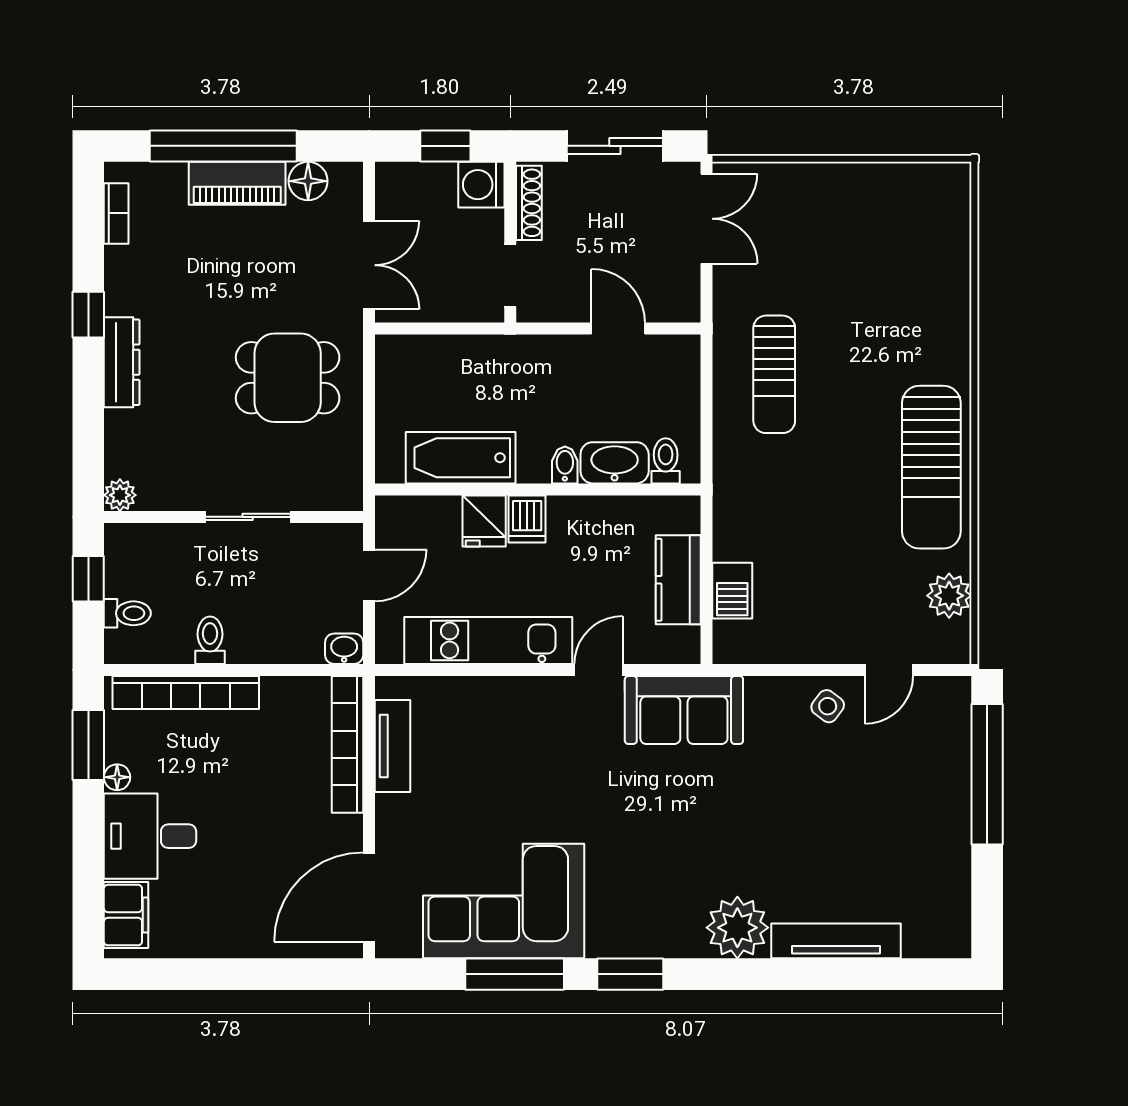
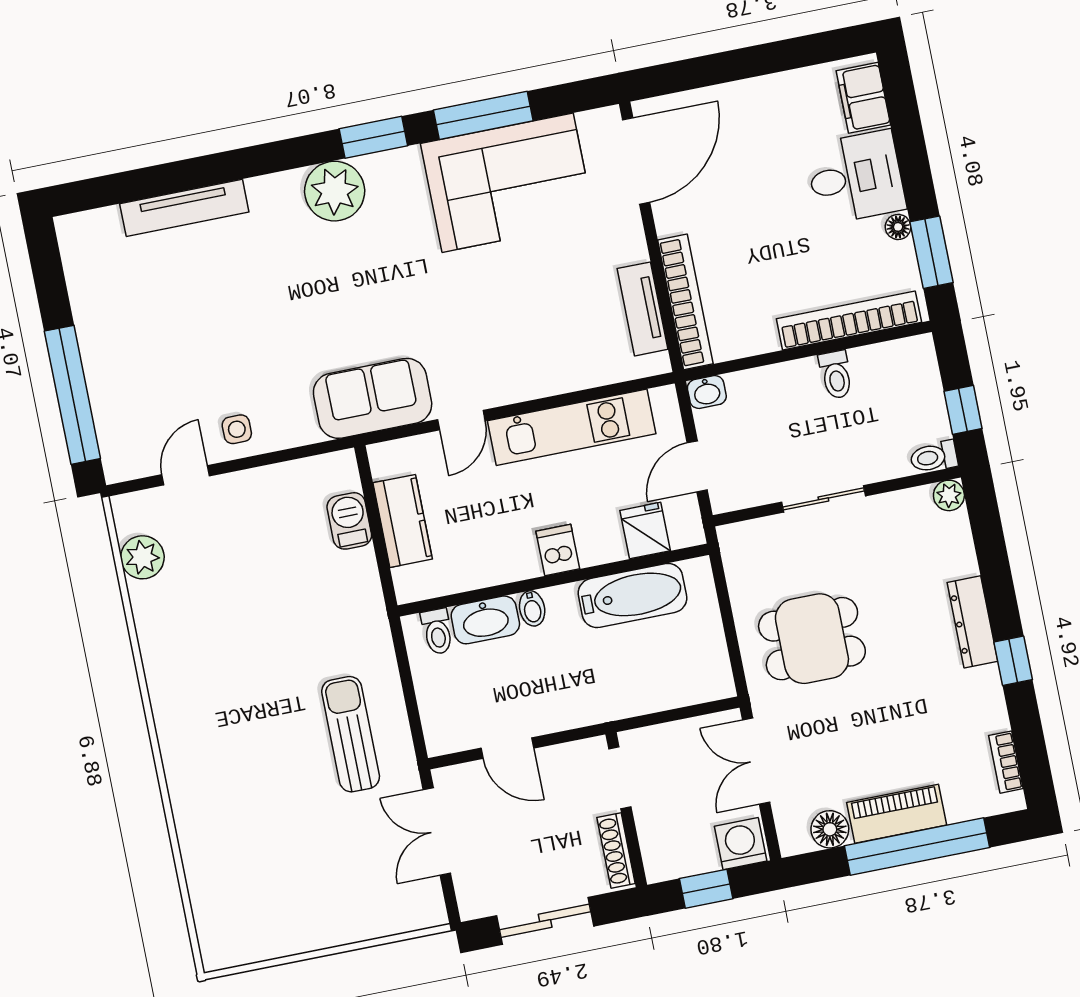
washing machine: (481, 185) -> (741, 844), moved, turned -90
double door: (707, 219) -> (437, 831), moved
sun lounger: (931, 467) -> (184, 676), removed
fridge: (484, 521) -> (645, 531), moved
toilet: (127, 613) -> (934, 457), moved
side table: (828, 706) -> (237, 429), turned -37
plant: (737, 928) -> (335, 191), moved

